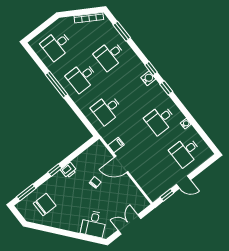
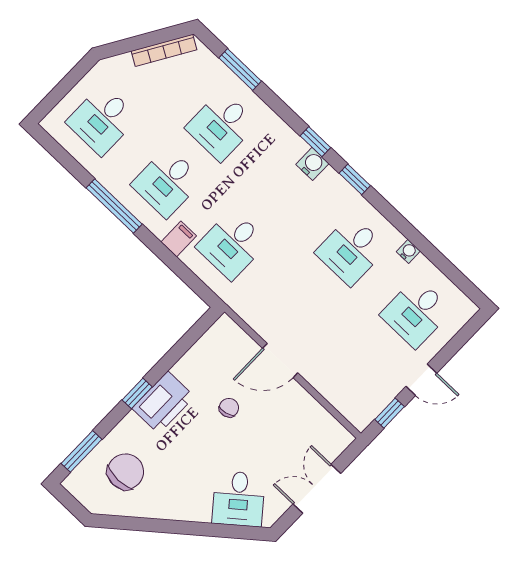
filing cabinet: (116, 145) -> (179, 239), moved
printer: (69, 170) -> (163, 402), width x1.87, depth x1.48

